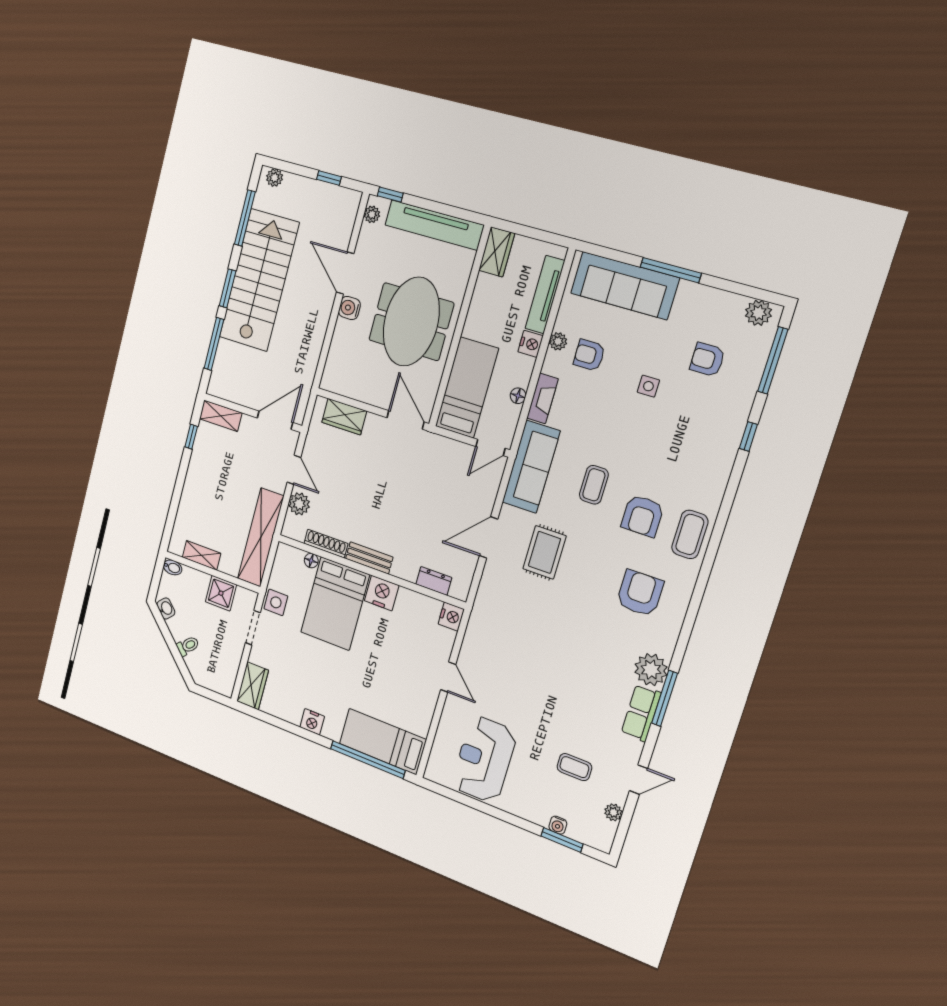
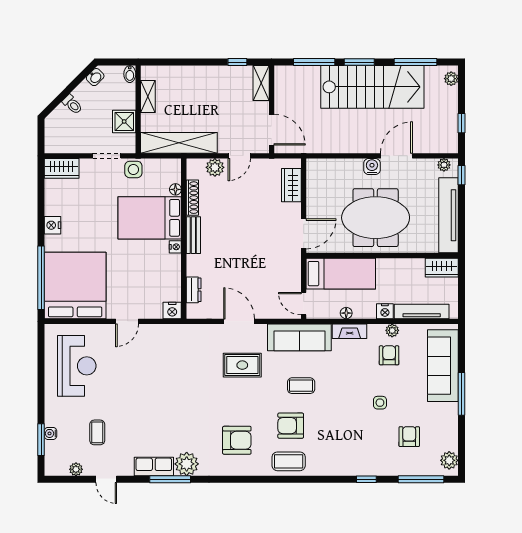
nightstand: (382, 593) -> (175, 247), width x0.53, depth x0.56
bed: (383, 742) -> (75, 285), width x2.04
reception desk: (484, 759) -> (77, 366), turned 90

